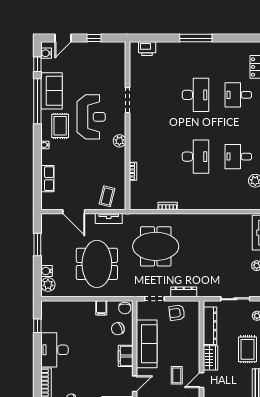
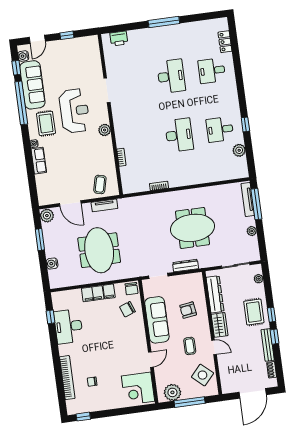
sofa: (52, 91) -> (32, 85), width x1.36
row of seats: (47, 179) -> (39, 161), moved
meeting table: (156, 246) -> (192, 228), moved
plant: (48, 285) -> (47, 216), moved
armchair: (177, 313) -> (188, 310), moved
desk: (55, 350) -> (68, 326), moved
filing cabinet: (126, 356) -> (93, 294), moved, turned -90
door: (201, 380) -> (214, 347), swing flipped

